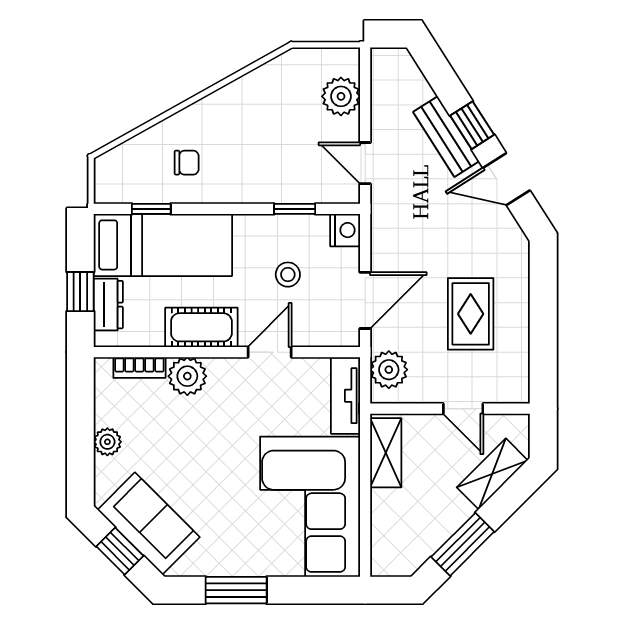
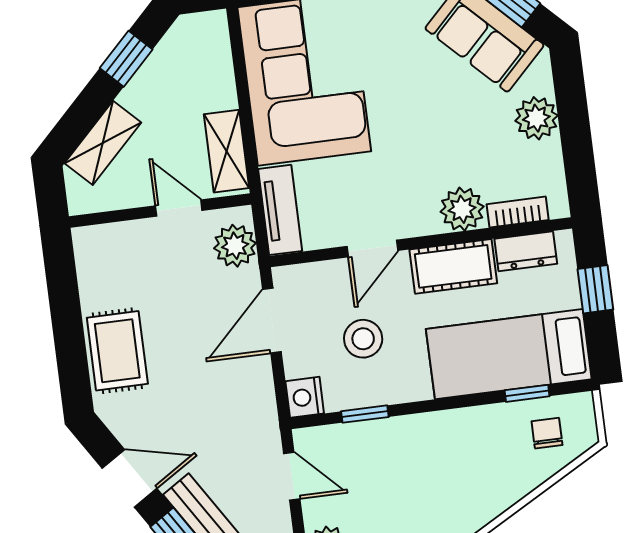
chair: (187, 163) -> (547, 433), moved, turned 90
stool: (288, 275) -> (363, 339), width x1.37, depth x1.37
dresser: (108, 305) -> (526, 251), moved, turned -90
rug: (471, 314) -> (117, 351), moved
door: (463, 409) -> (179, 208), moved
plant: (107, 442) -> (536, 118), width x1.38, depth x1.38
window: (463, 544) -> (126, 59), width x0.67

